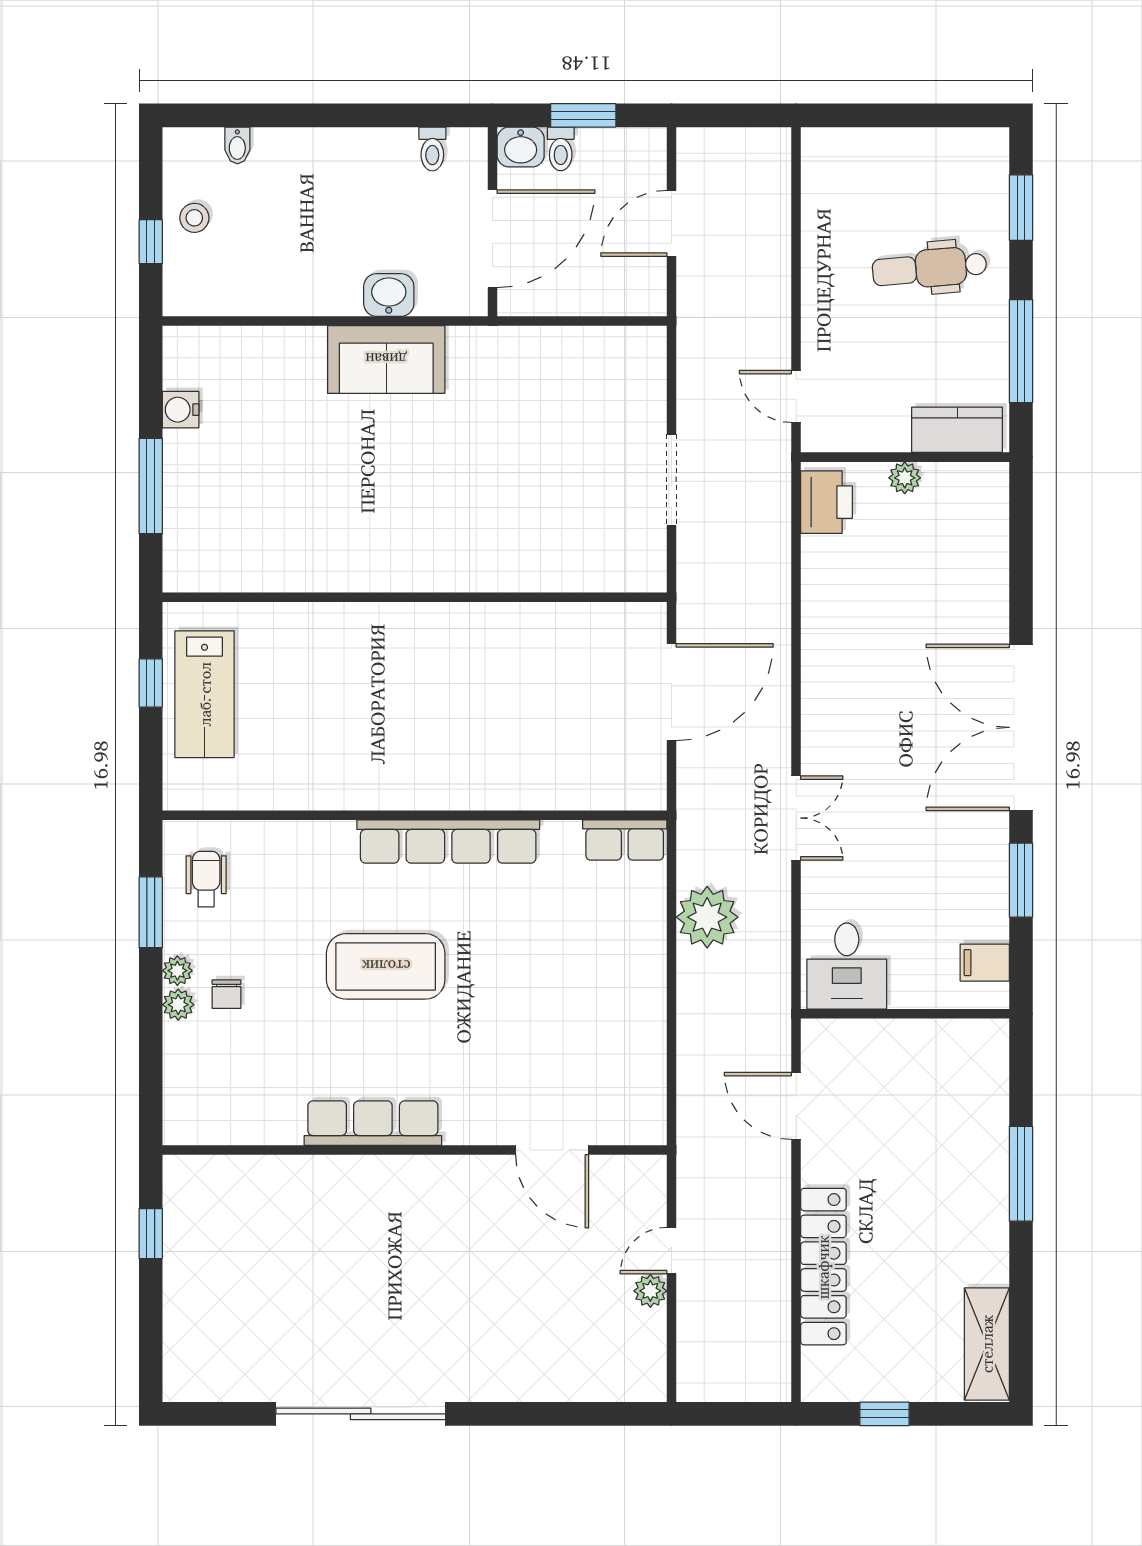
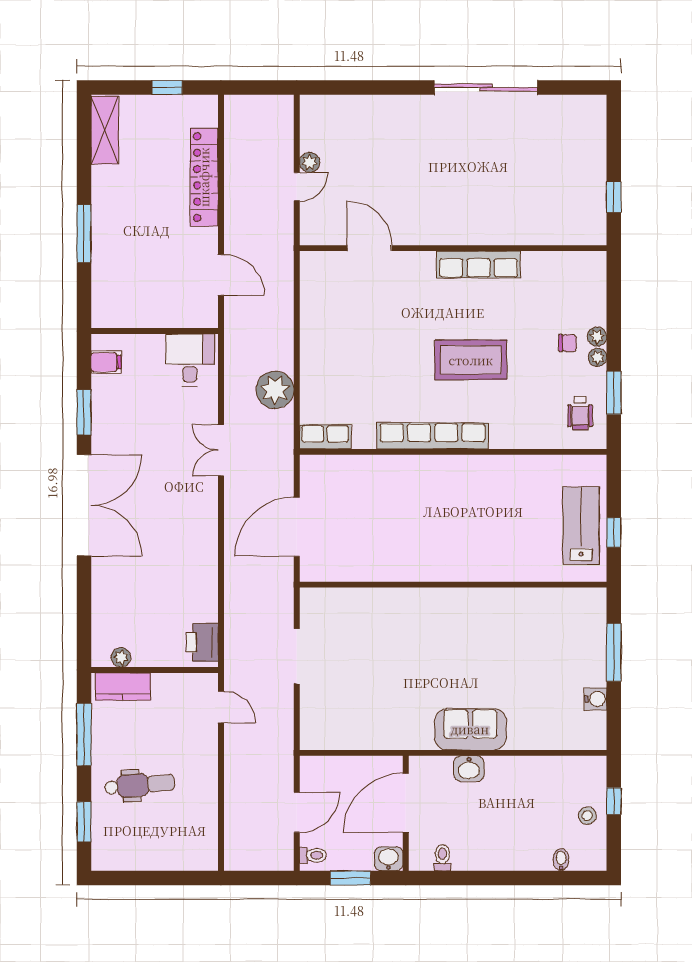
toilet: (561, 149) -> (313, 855), moved, turned 90
plant: (905, 478) -> (121, 657), moved
chair: (227, 994) -> (568, 343), turned 90

